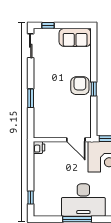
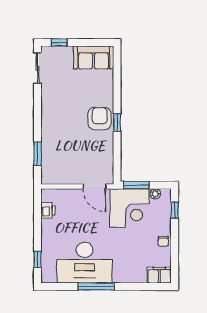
window: (31, 98) -> (38, 154), moved
printer: (39, 147) -> (48, 210), moved
desk: (83, 200) -> (85, 263), moved

